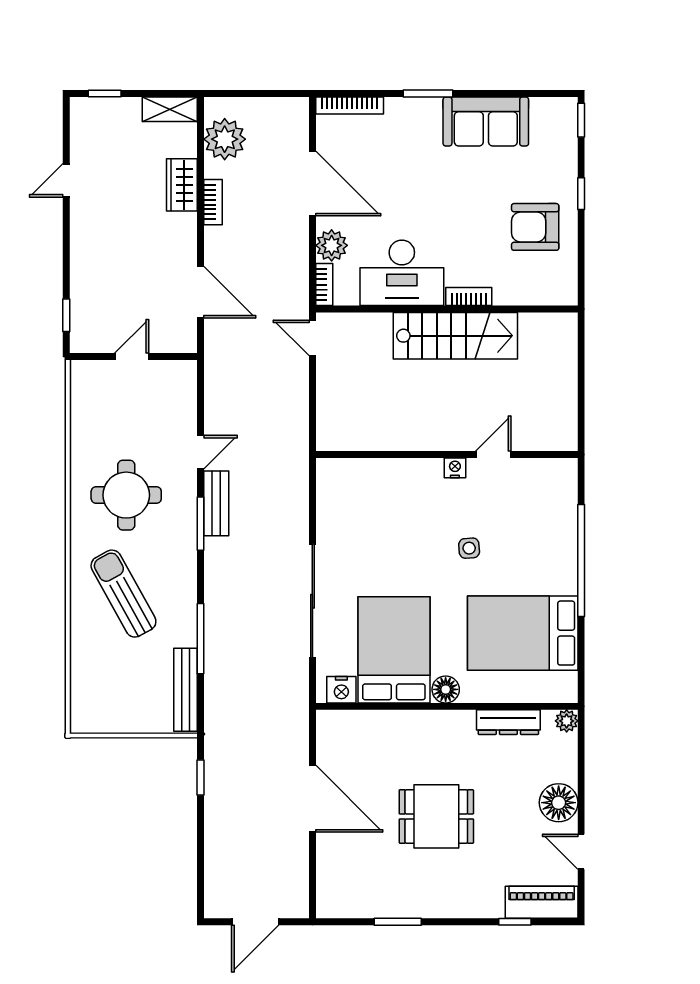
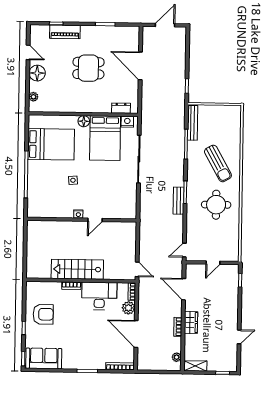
sofa: (486, 121) -> (44, 358), moved
plant: (225, 139) -> (177, 357), width x0.53, depth x0.53
wardrobe: (182, 185) -> (191, 323), moved
door: (201, 452) -> (184, 250), moved
door: (493, 455) -> (95, 220), moved
plant: (567, 721) -> (33, 97), moved
dresser: (508, 722) -> (121, 108), moved, width x0.70
door: (312, 799) -> (140, 66), moved
piano: (542, 902) -> (65, 32), moved

